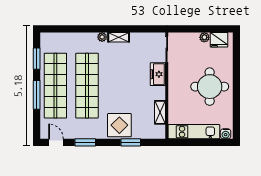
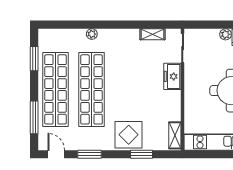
plant: (102, 37) -> (92, 34), moved
shelving: (119, 37) -> (153, 34), moved
window: (37, 95) -> (34, 117), moved
shelving: (160, 112) -> (175, 135), moved

